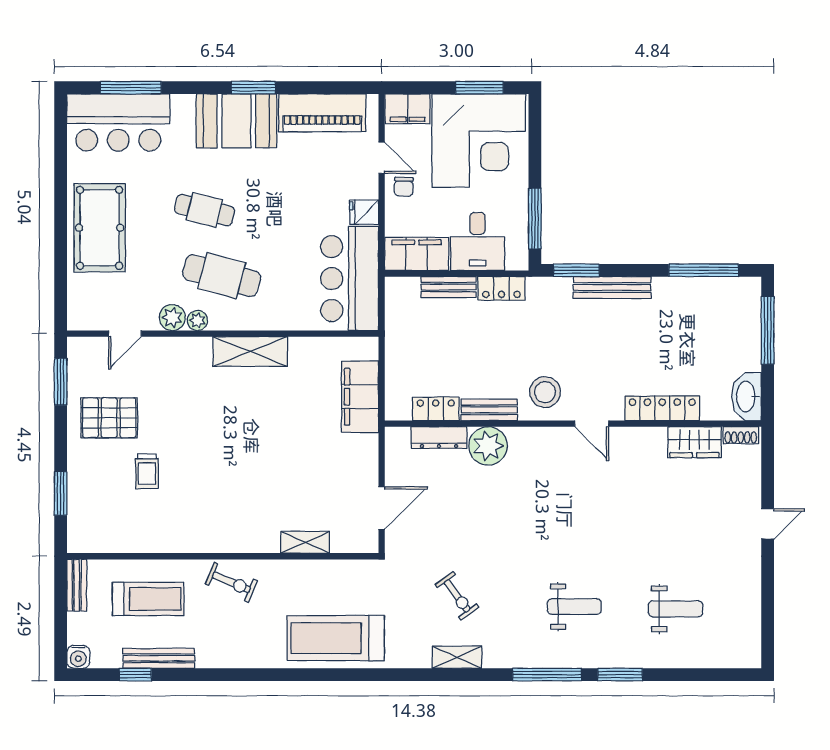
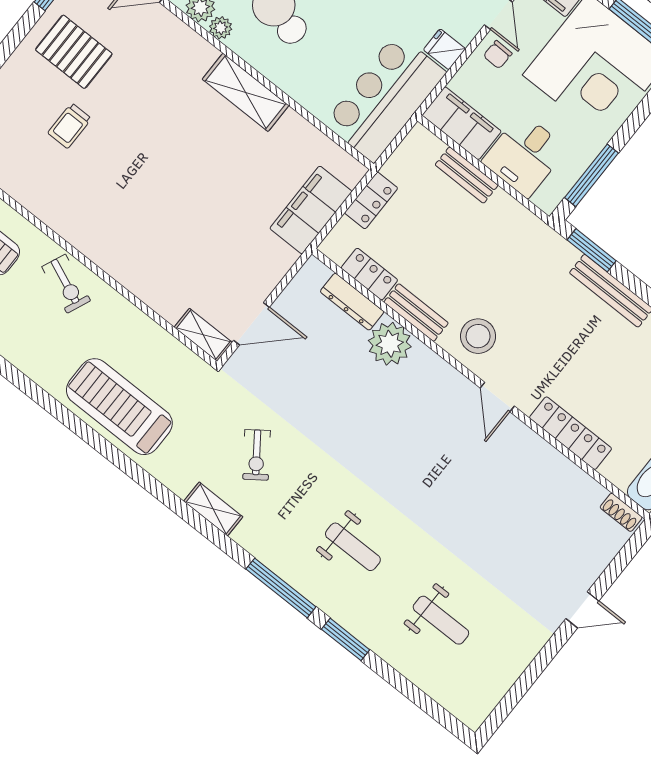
locker: (501, 288) -> (371, 200), moved, turned -90
wardrobe: (694, 442) -> (575, 486), removed
shelving: (305, 542) -> (203, 335), moved

